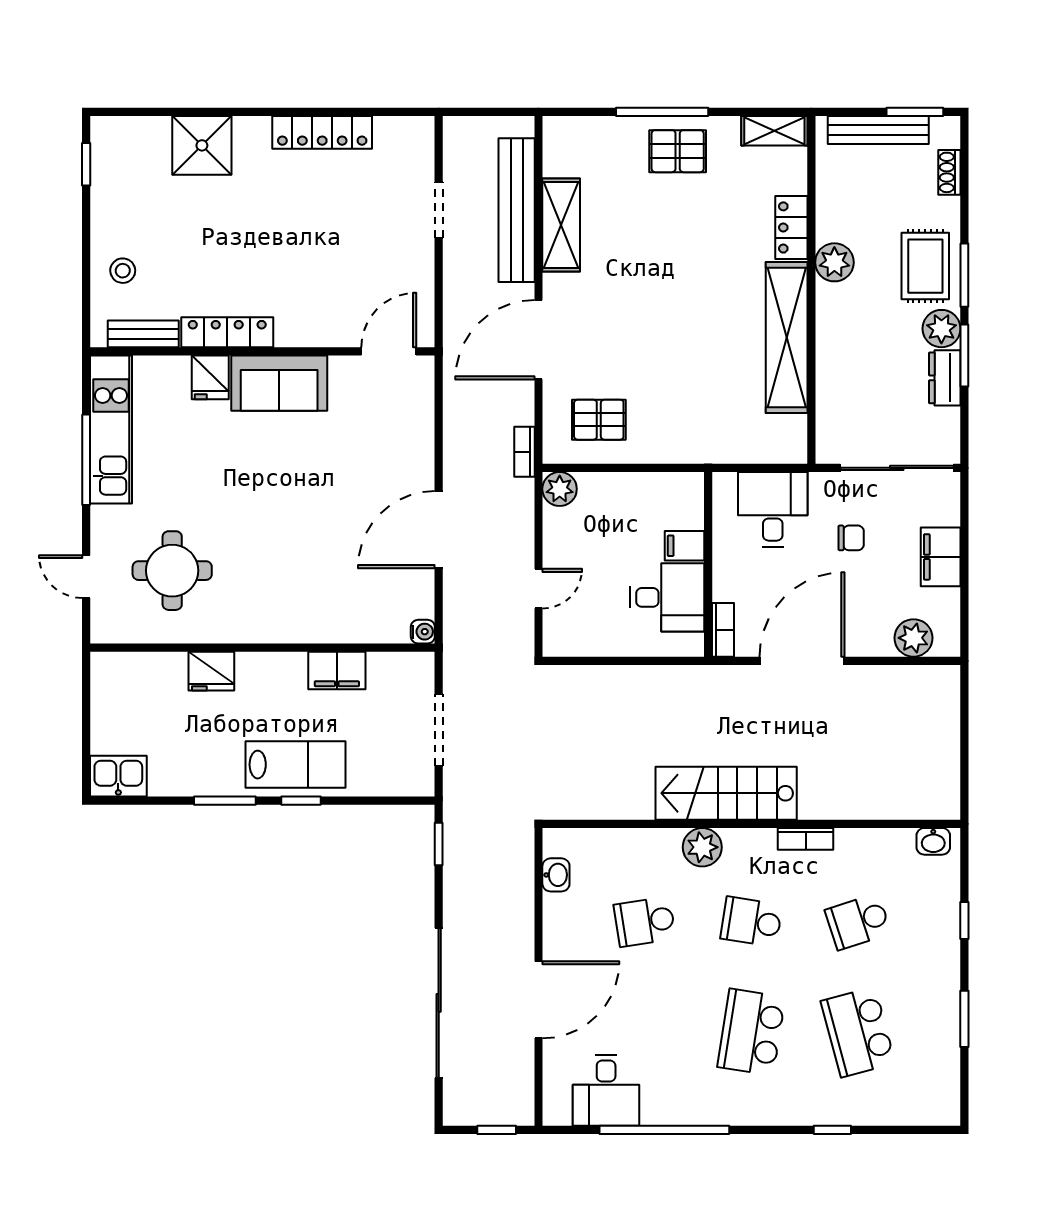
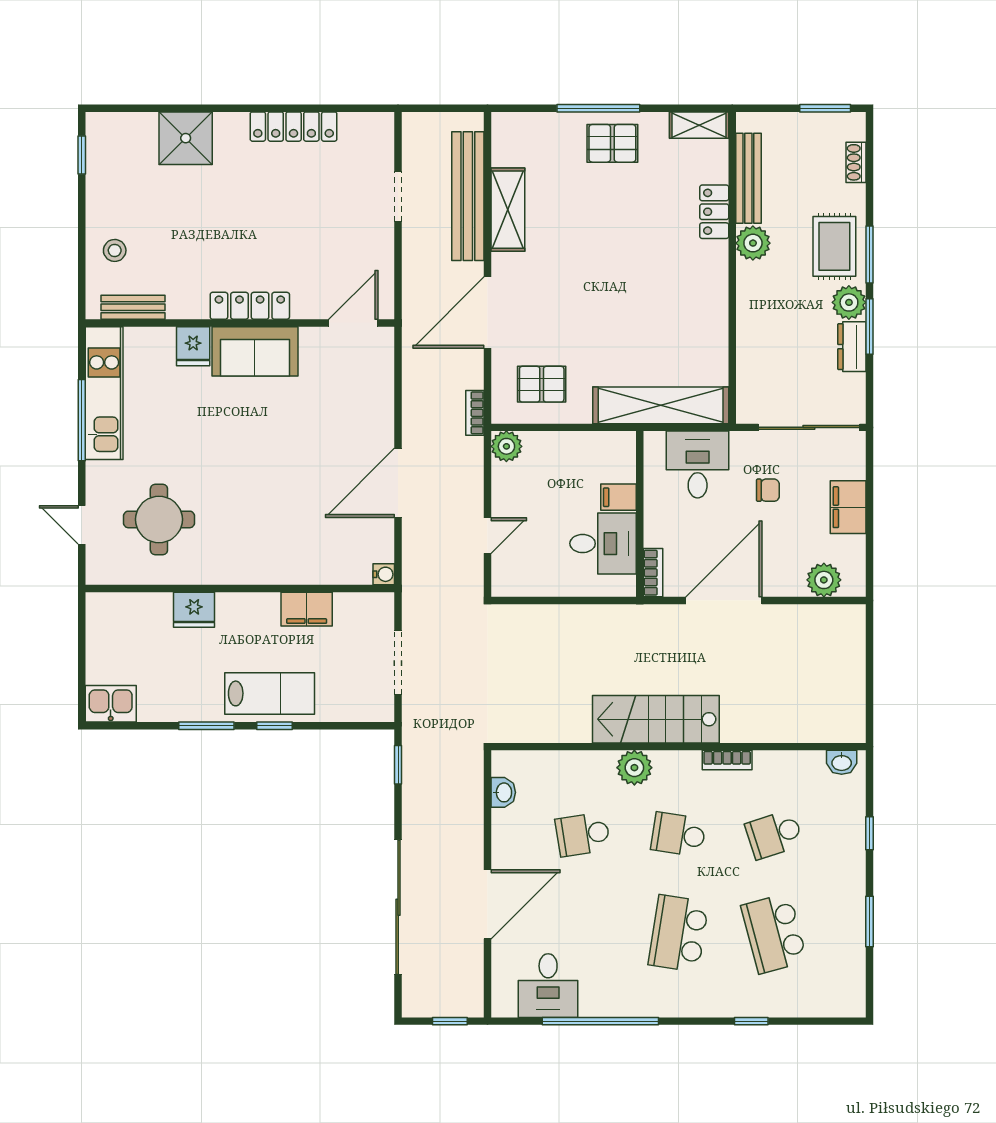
bench: (878, 130) -> (748, 178), moved, turned 90
locker: (227, 332) -> (250, 306), moved
shelving: (787, 337) -> (661, 405), moved, turned 90

